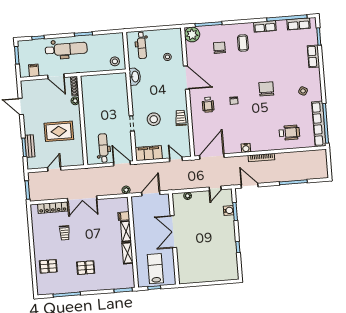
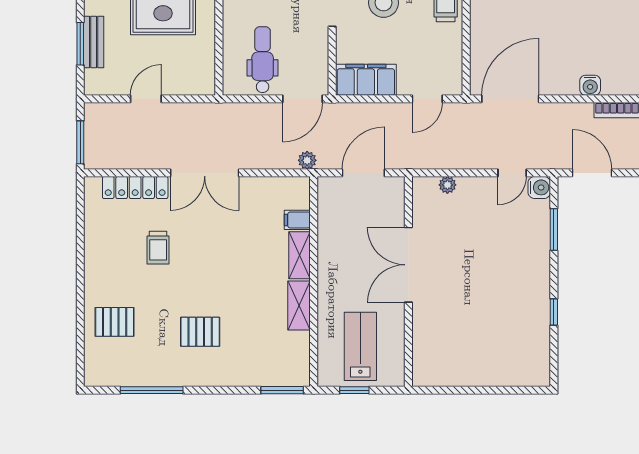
door: (176, 159) -> (427, 99), swing flipped
door: (122, 164) -> (302, 99), swing flipped
water cooler: (229, 210) -> (539, 187), moved

